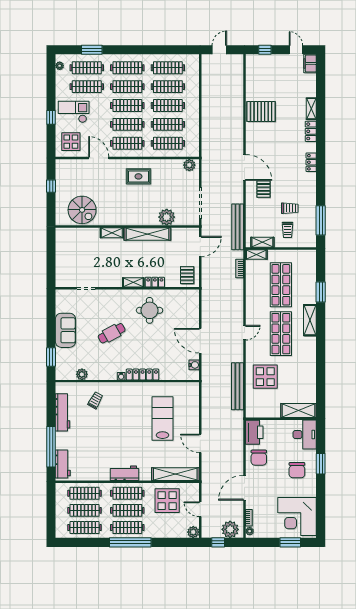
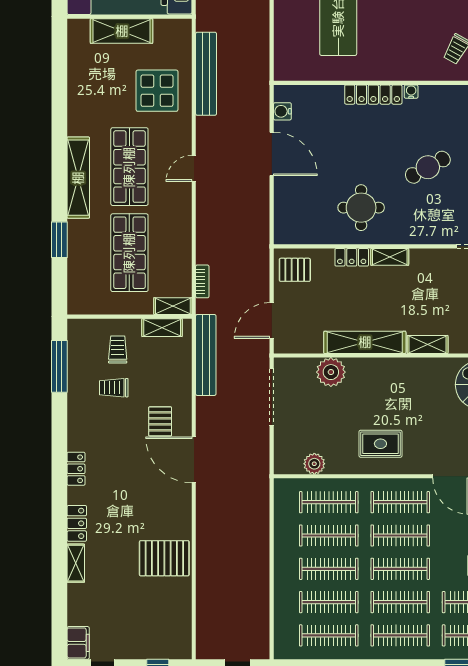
plant: (189, 165) -> (314, 464), moved
pallet: (187, 275) -> (295, 270), turned 90
shelving: (310, 320) -> (78, 178), width x1.47
shelving: (299, 411) -> (122, 31), moved

